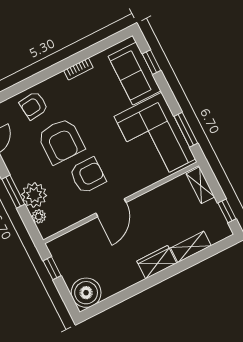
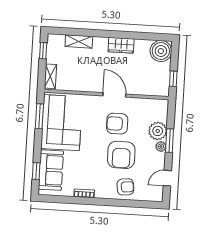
armchair: (61, 141) -> (121, 155), turned 180
door: (111, 208) -> (114, 95), hinge flipped
plant: (39, 216) -> (161, 146), moved
wardrobe: (157, 262) -> (121, 45), moved

